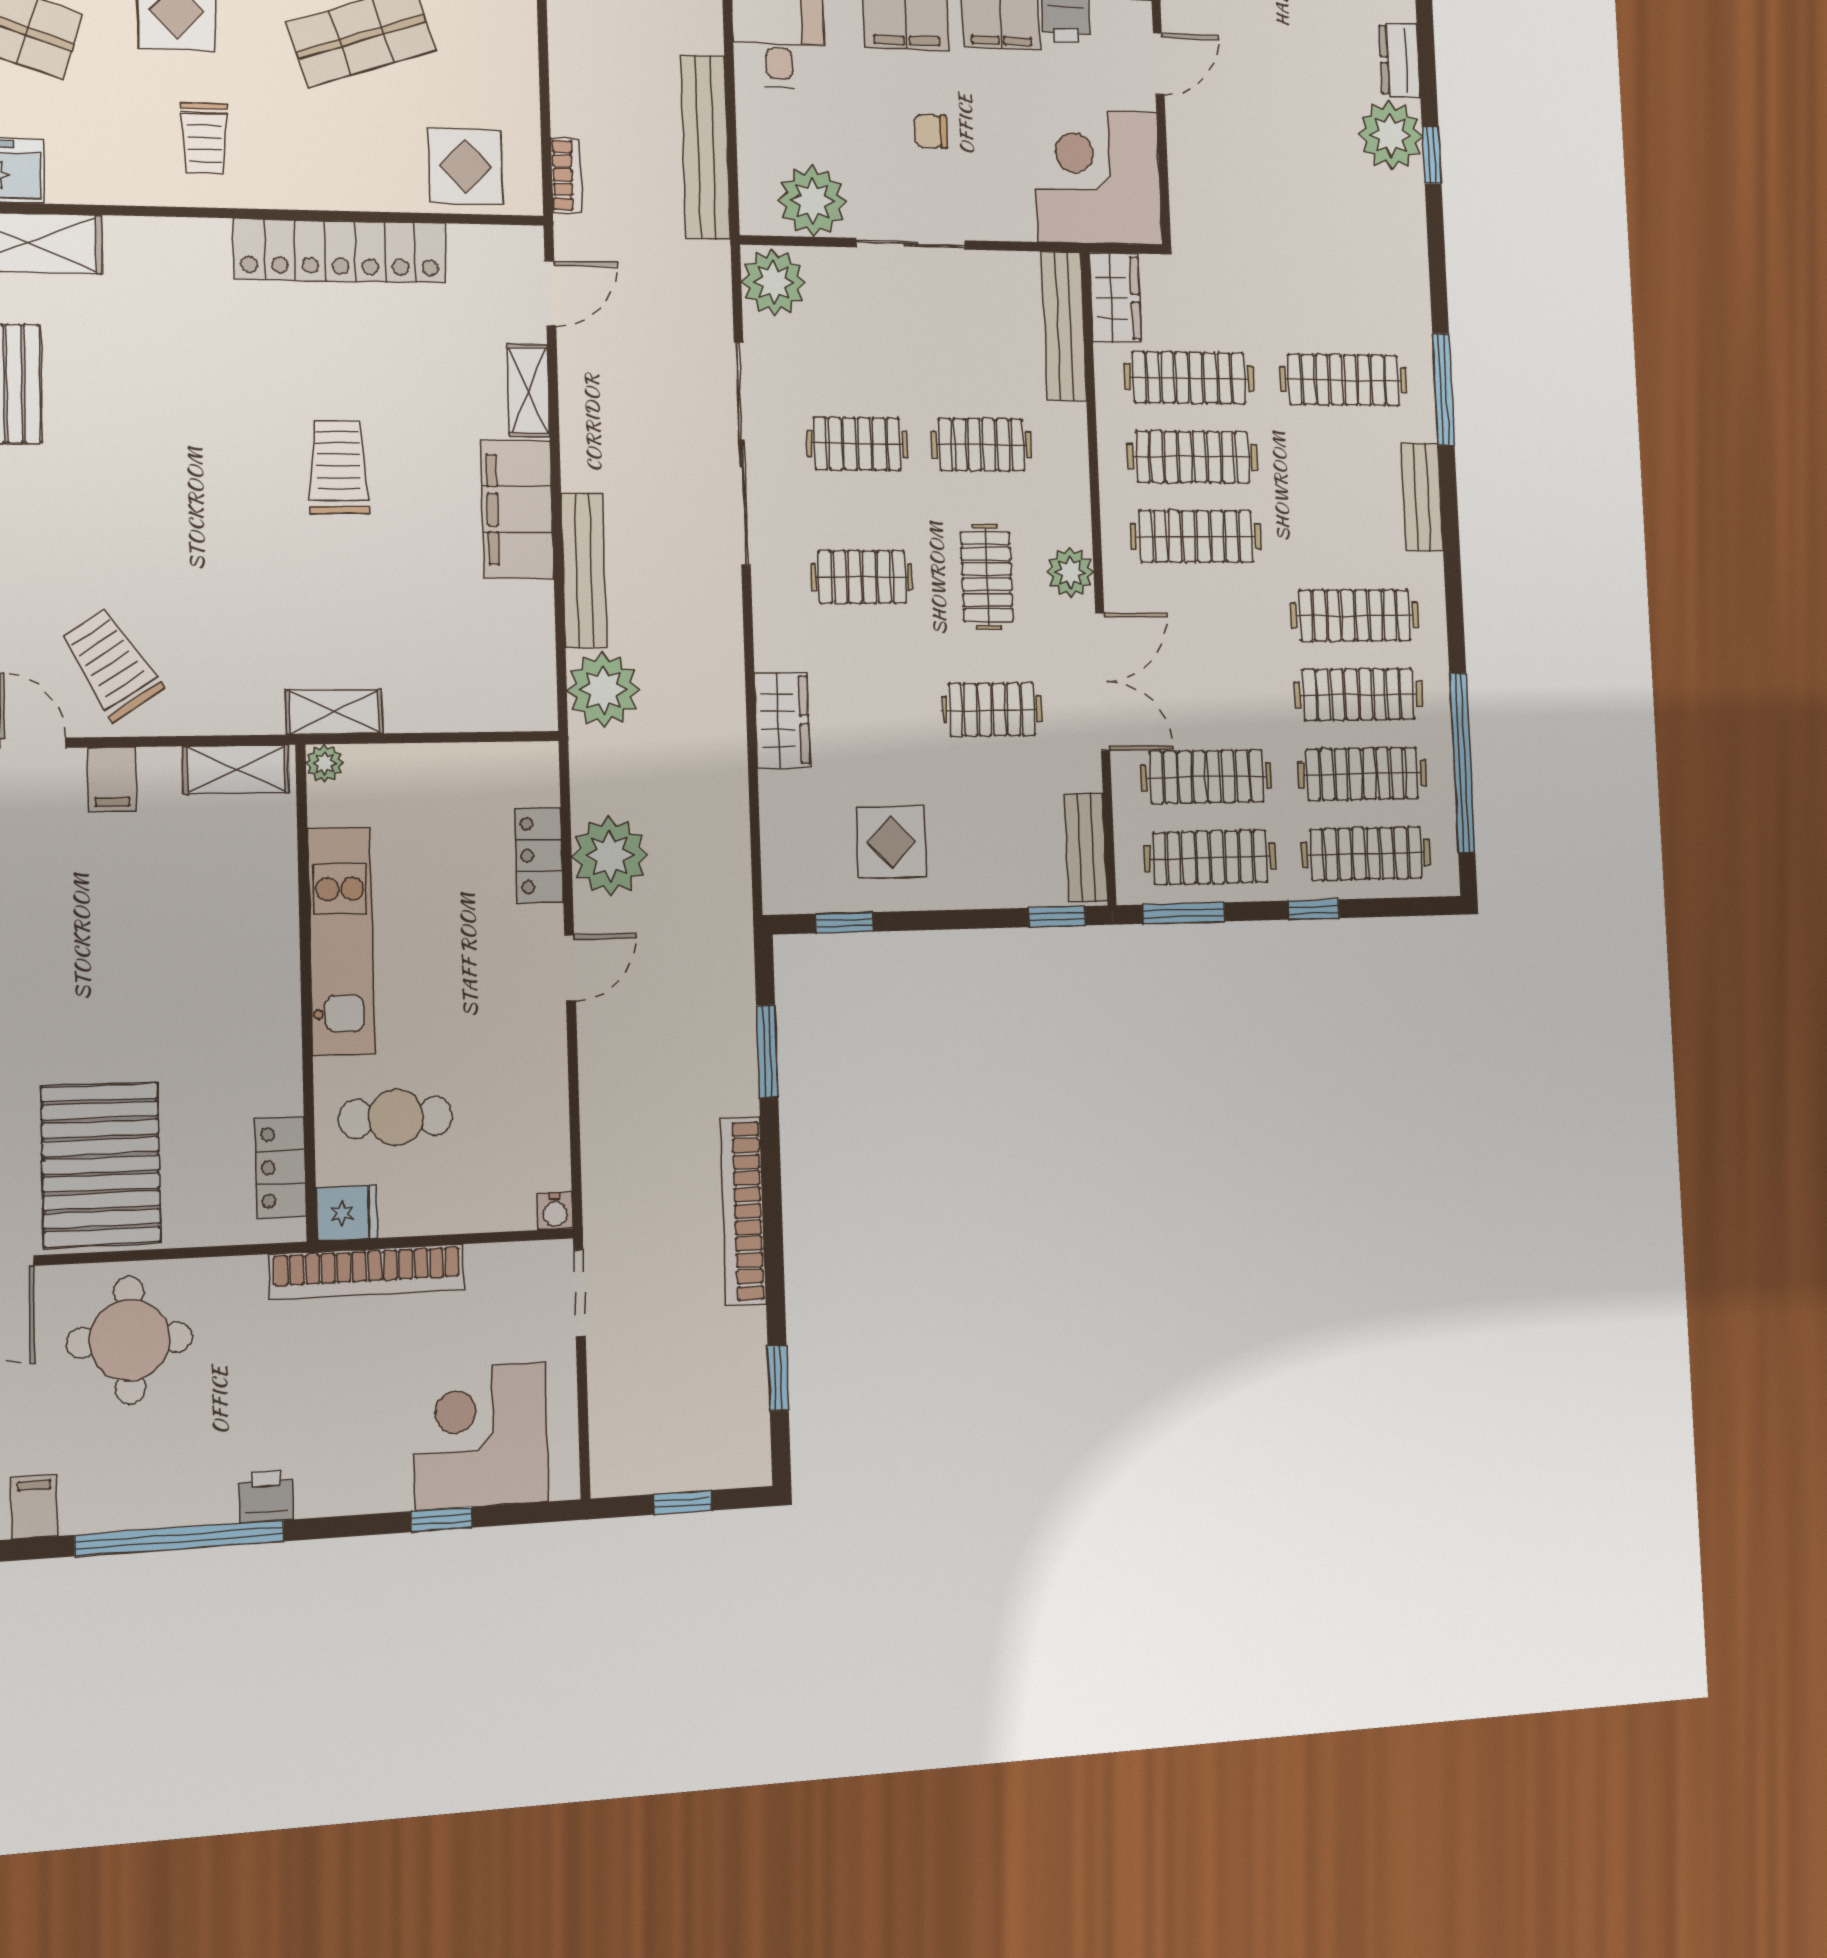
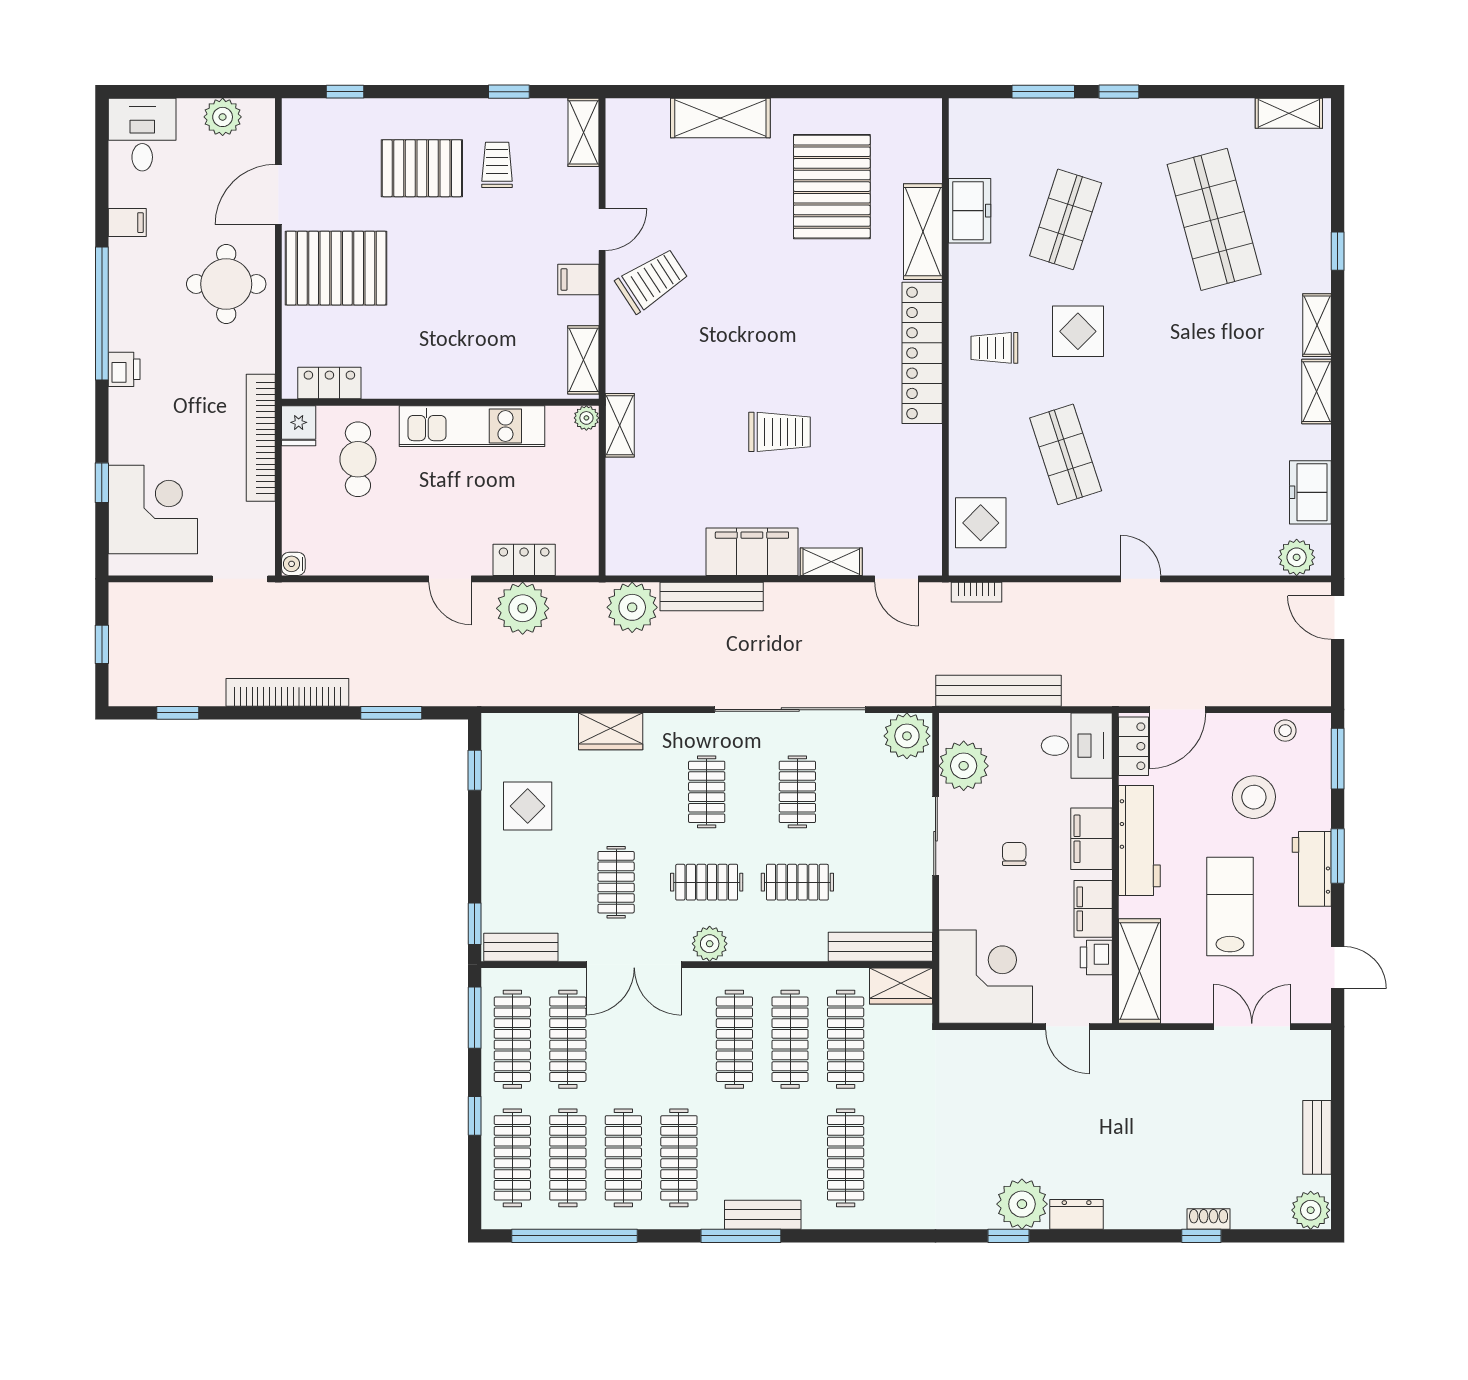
locker: (340, 251) -> (922, 353), moved
window: (1443, 389) -> (741, 1236), moved
clothes rail: (982, 445) -> (797, 882), turned 90

